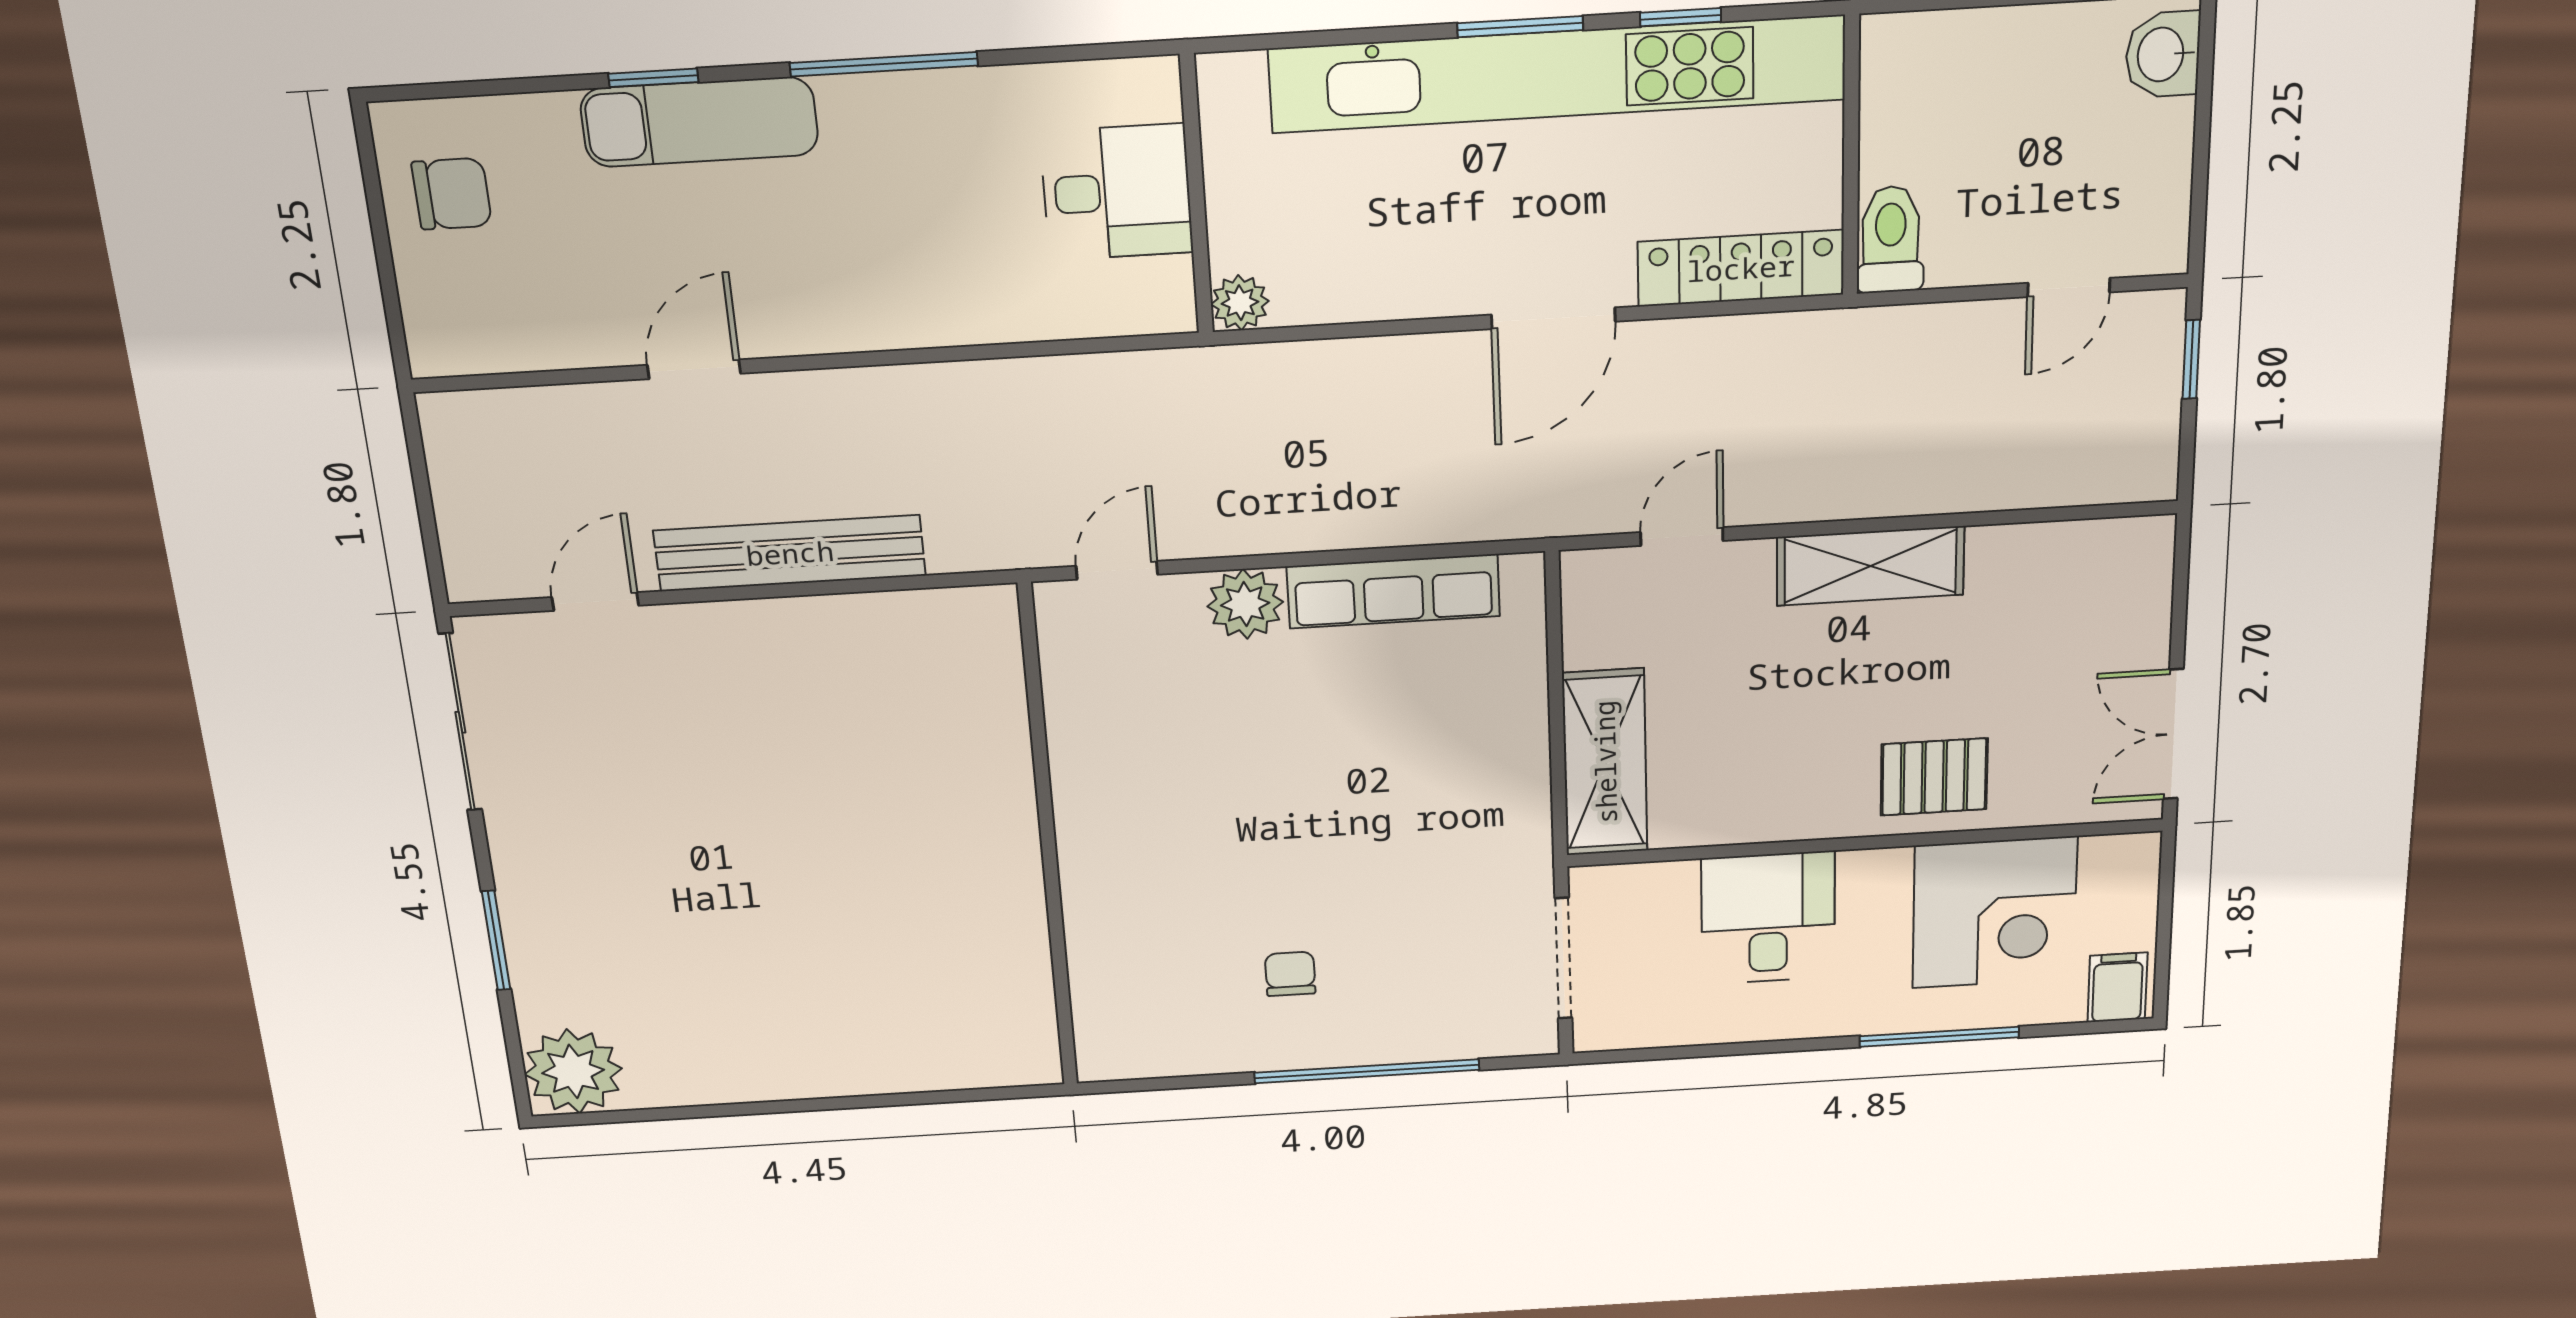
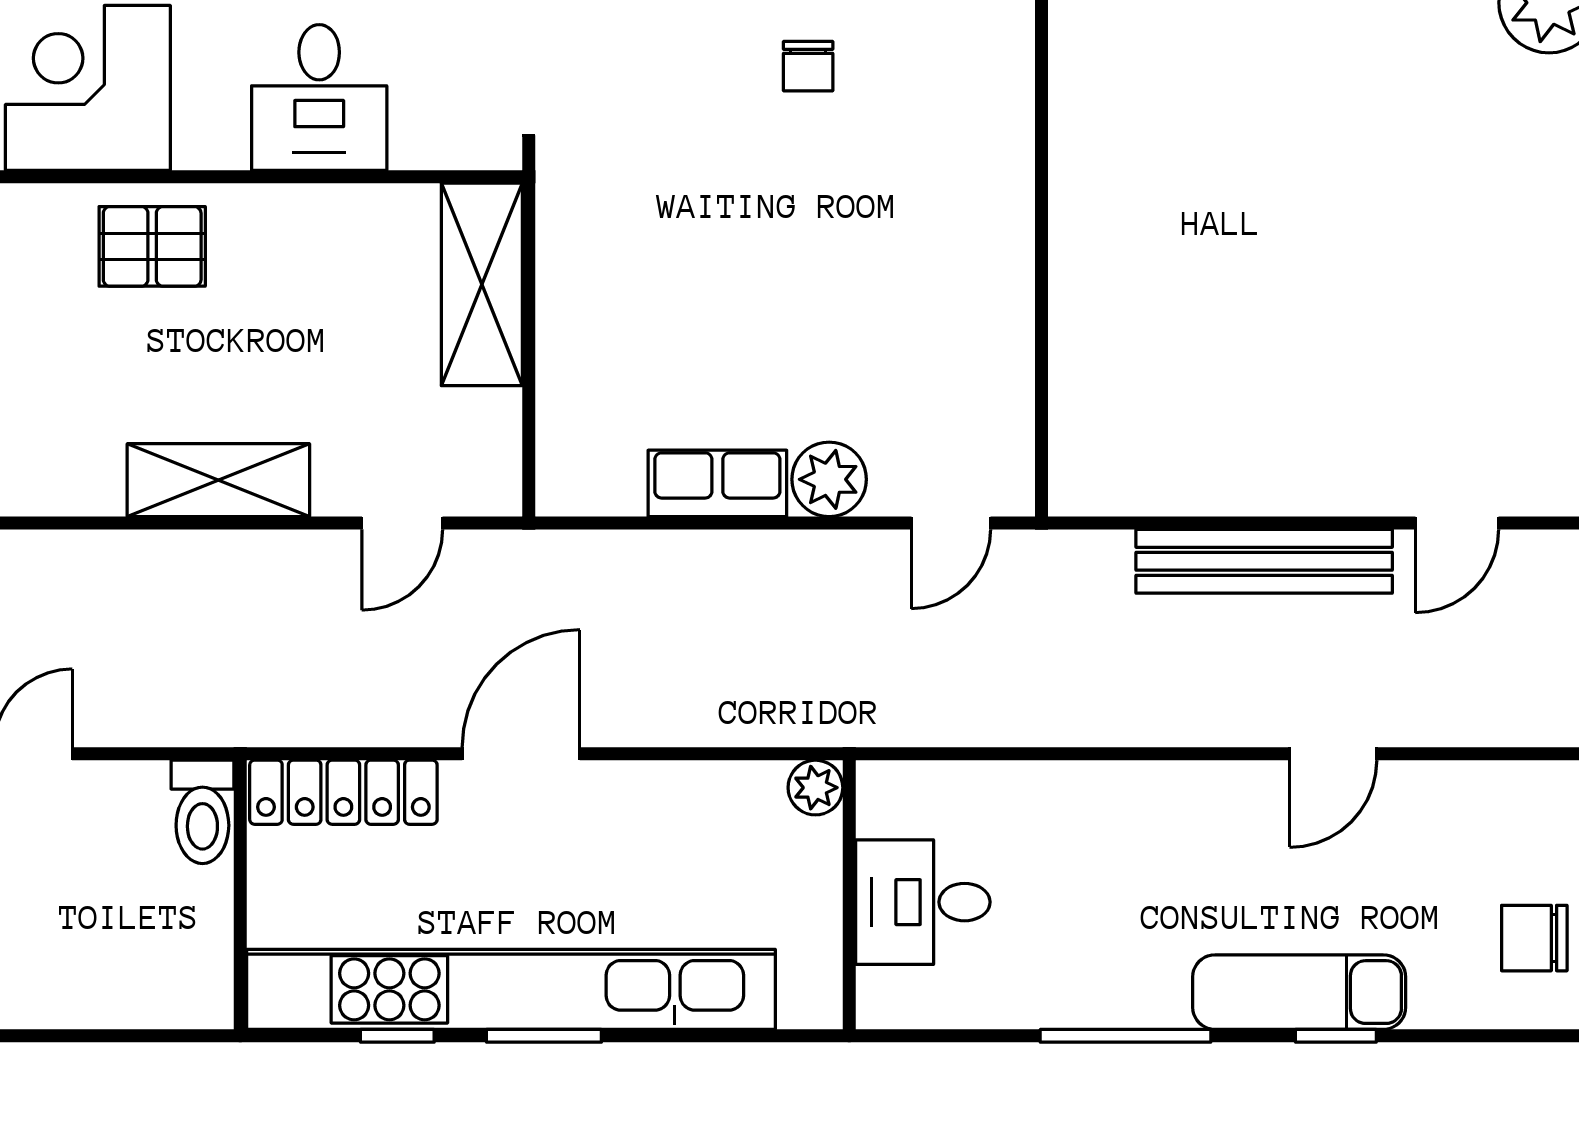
row of seats: (1393, 591) -> (717, 483), width x0.68

